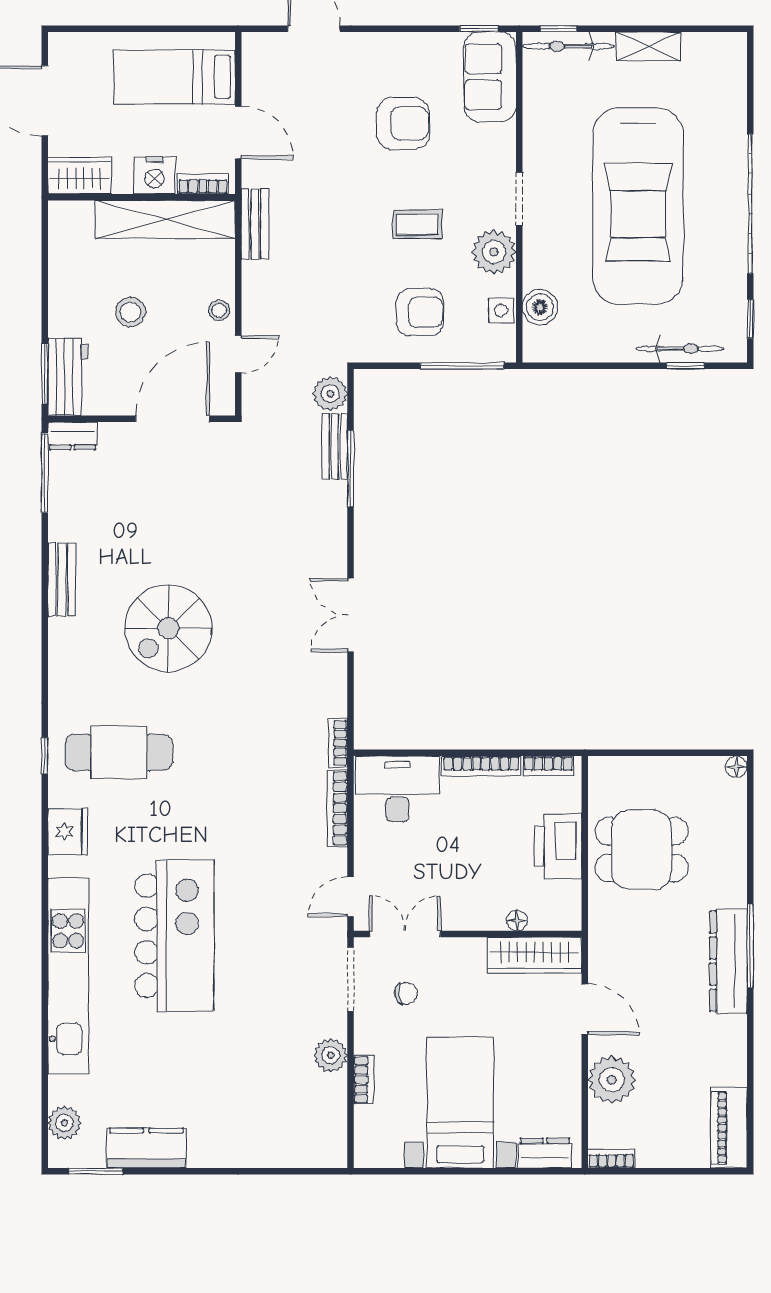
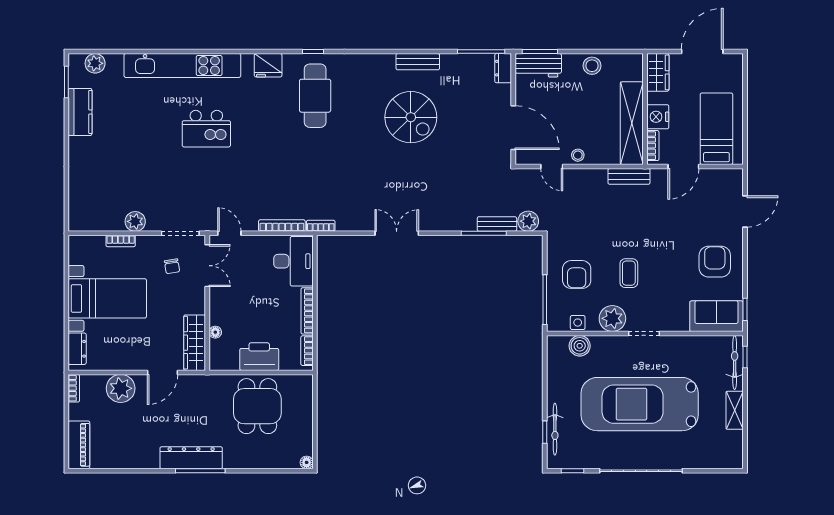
armchair: (403, 124) -> (715, 262), moved, turned 180
stool: (131, 312) -> (592, 66), moved
spiral stairs: (168, 628) -> (411, 117), moved, turned 180
kitchen island: (174, 936) -> (206, 129), width x0.54, depth x0.78
piano: (729, 1128) -> (79, 445), moved, turned 90

